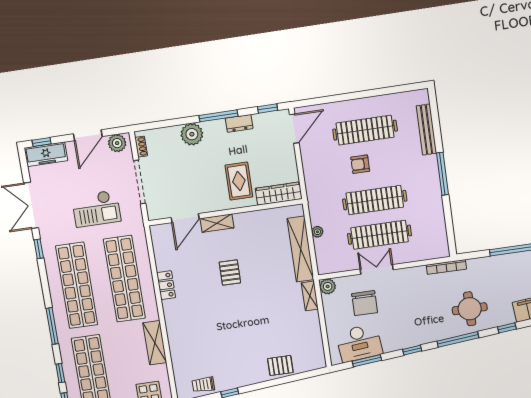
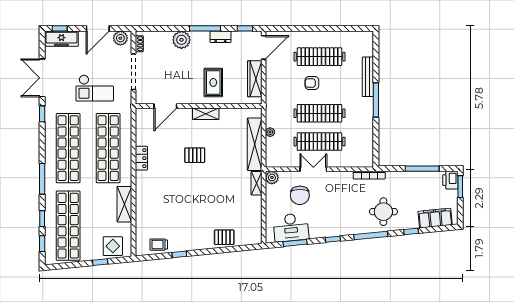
bench: (426, 130) -> (368, 77), moved
wardrobe: (279, 194) -> (255, 79), moved, turned -90
shelving: (217, 223) -> (206, 114), moved
pallet: (230, 273) -> (195, 155), turned 90

